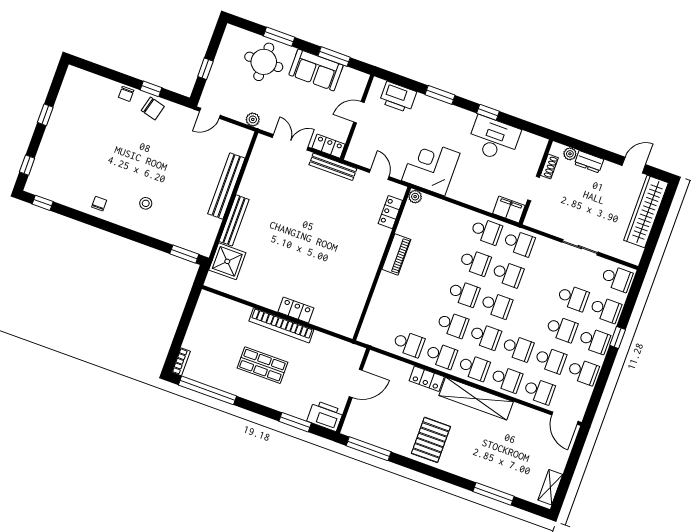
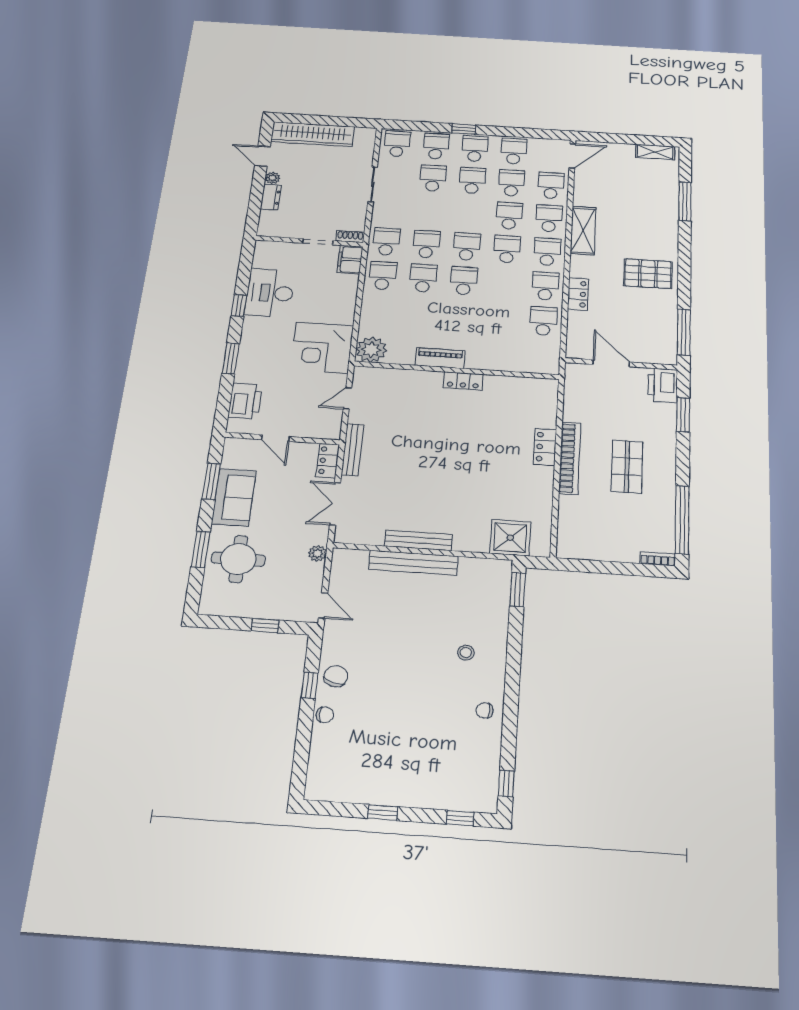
plant: (570, 154) -> (272, 178), moved
shoe rack: (549, 167) -> (350, 237), moved
plant: (415, 197) -> (371, 350), width x1.88, depth x1.88
locker: (390, 212) -> (463, 381), moved
bench: (234, 220) -> (418, 540), moved
school desk: (453, 324) -> (505, 283), removed
shelving: (476, 399) -> (583, 230), width x0.68

